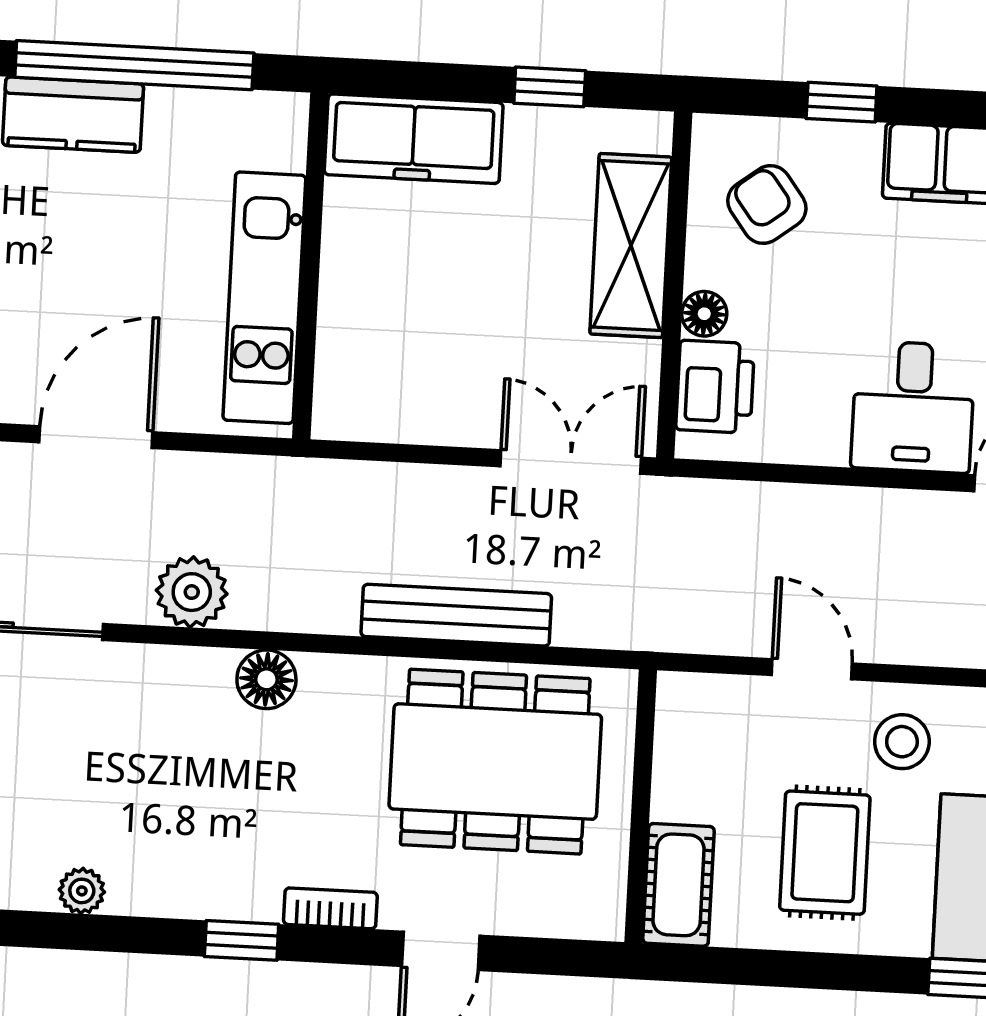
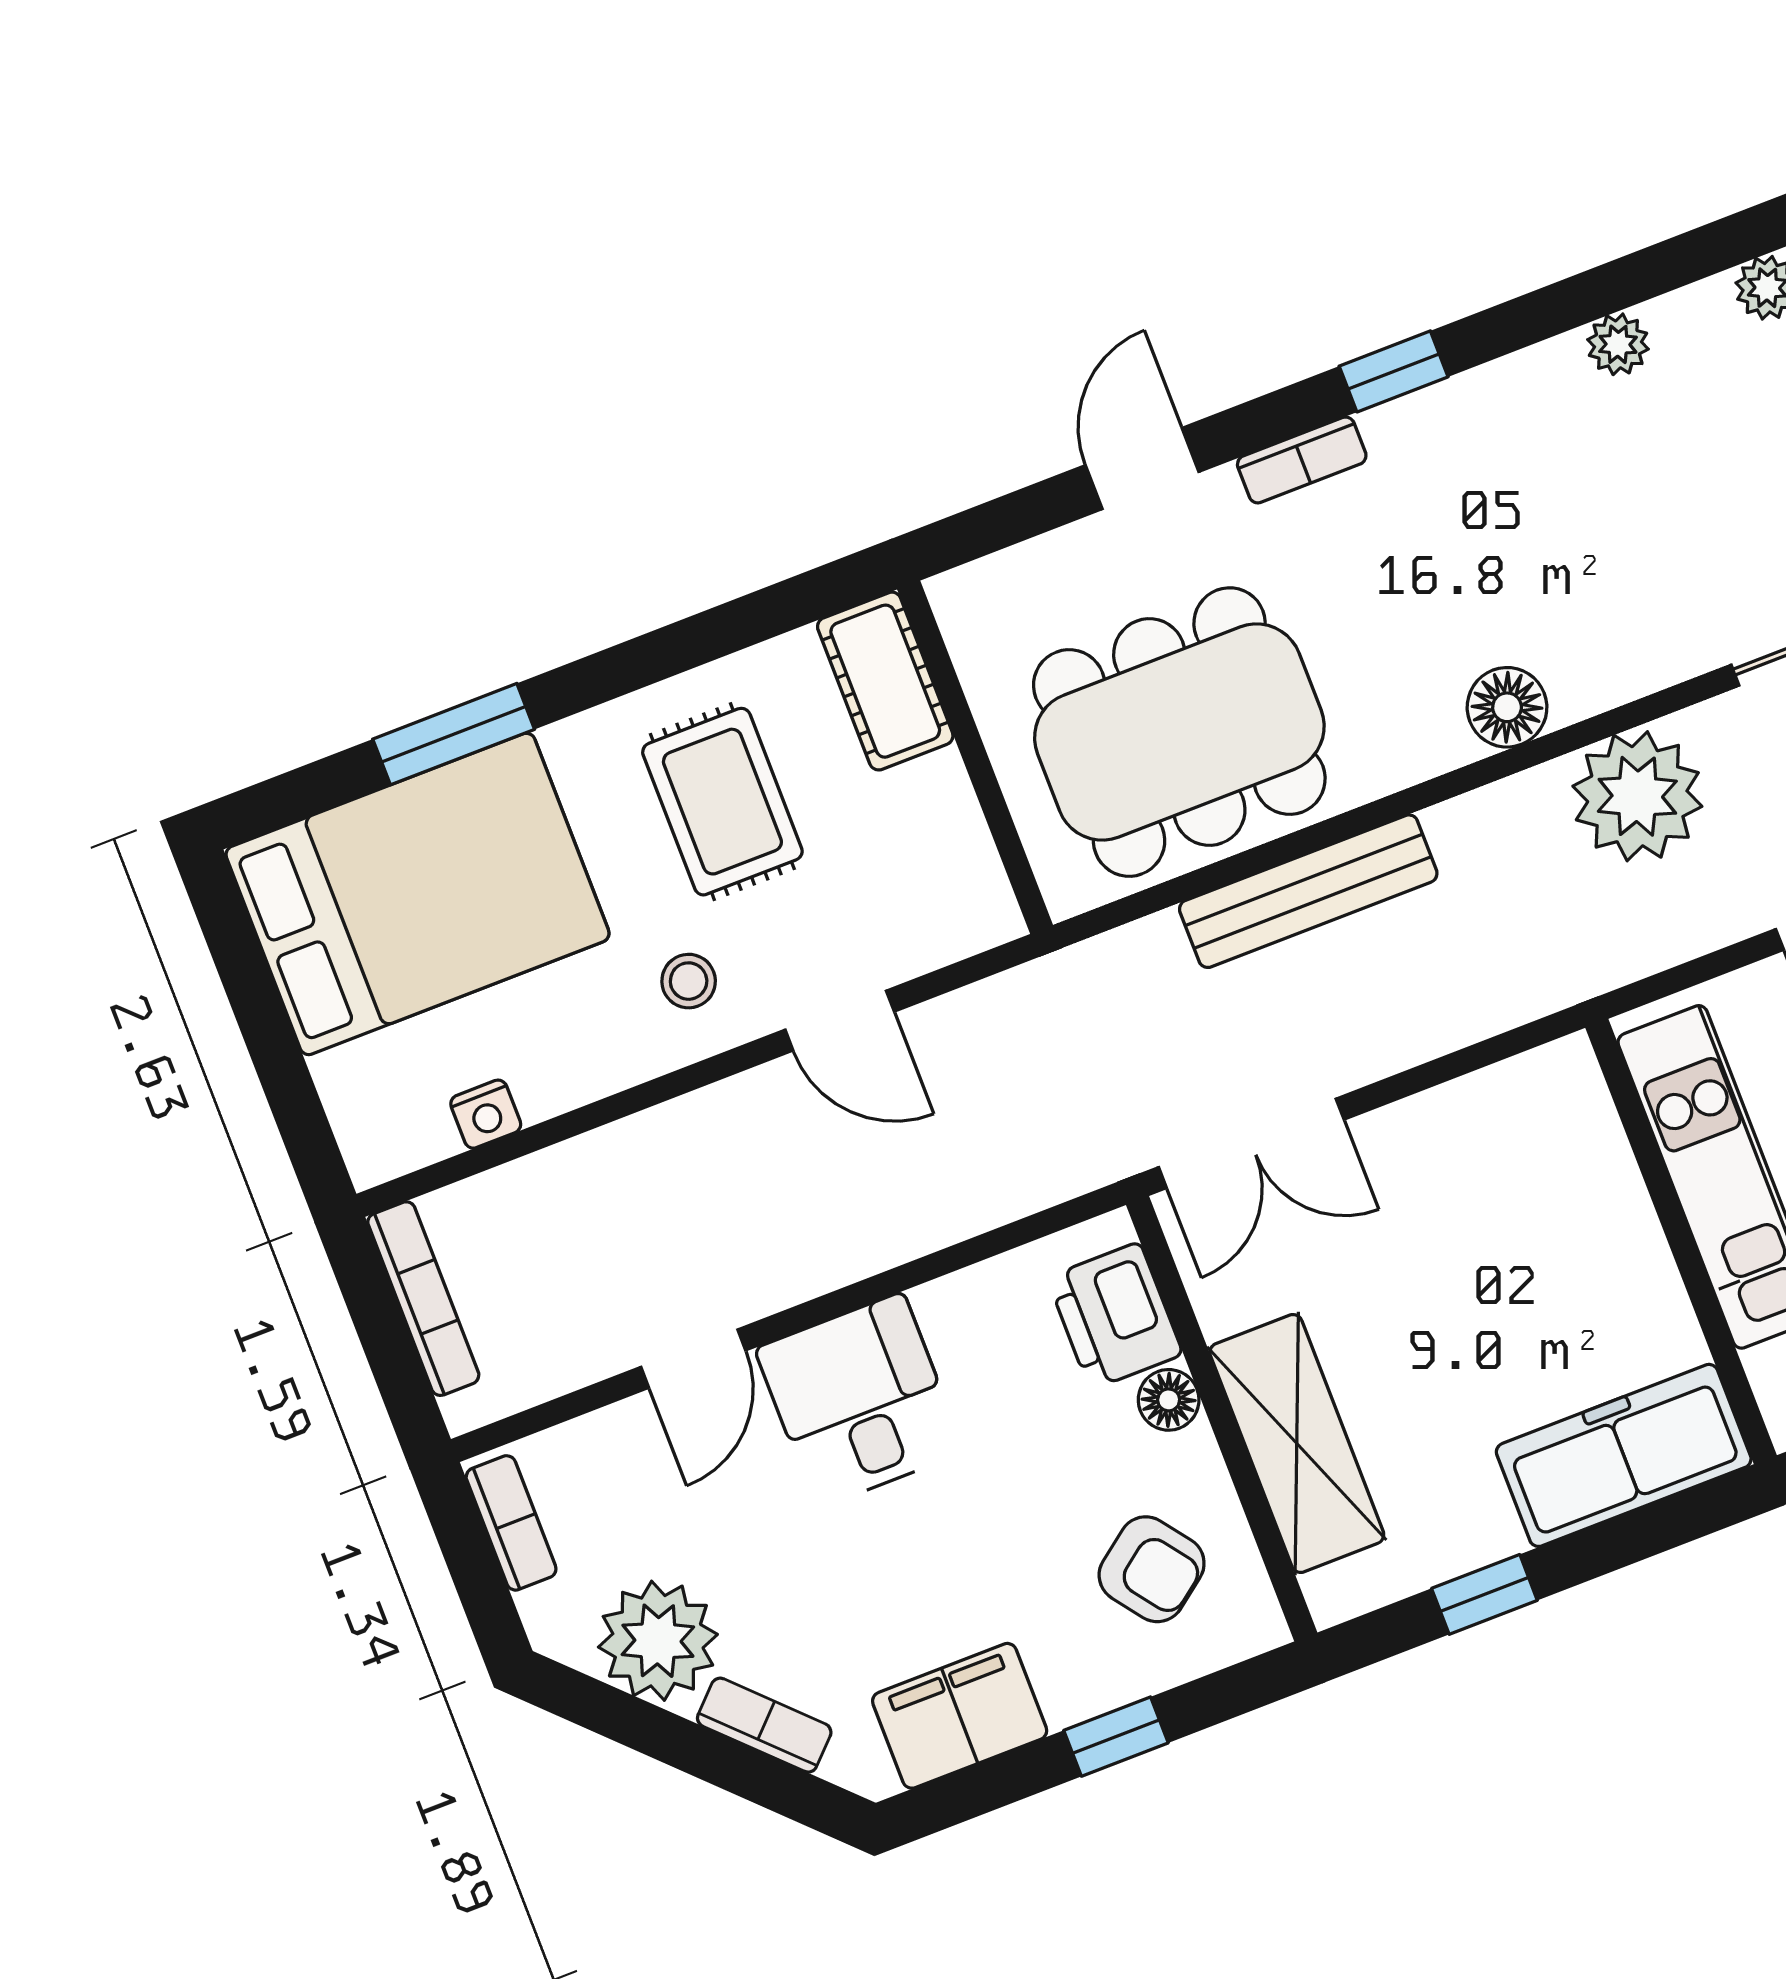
plant: (192, 592) -> (1637, 796), width x1.36, depth x1.36
stool: (902, 742) -> (689, 981), width x0.73, depth x0.73

